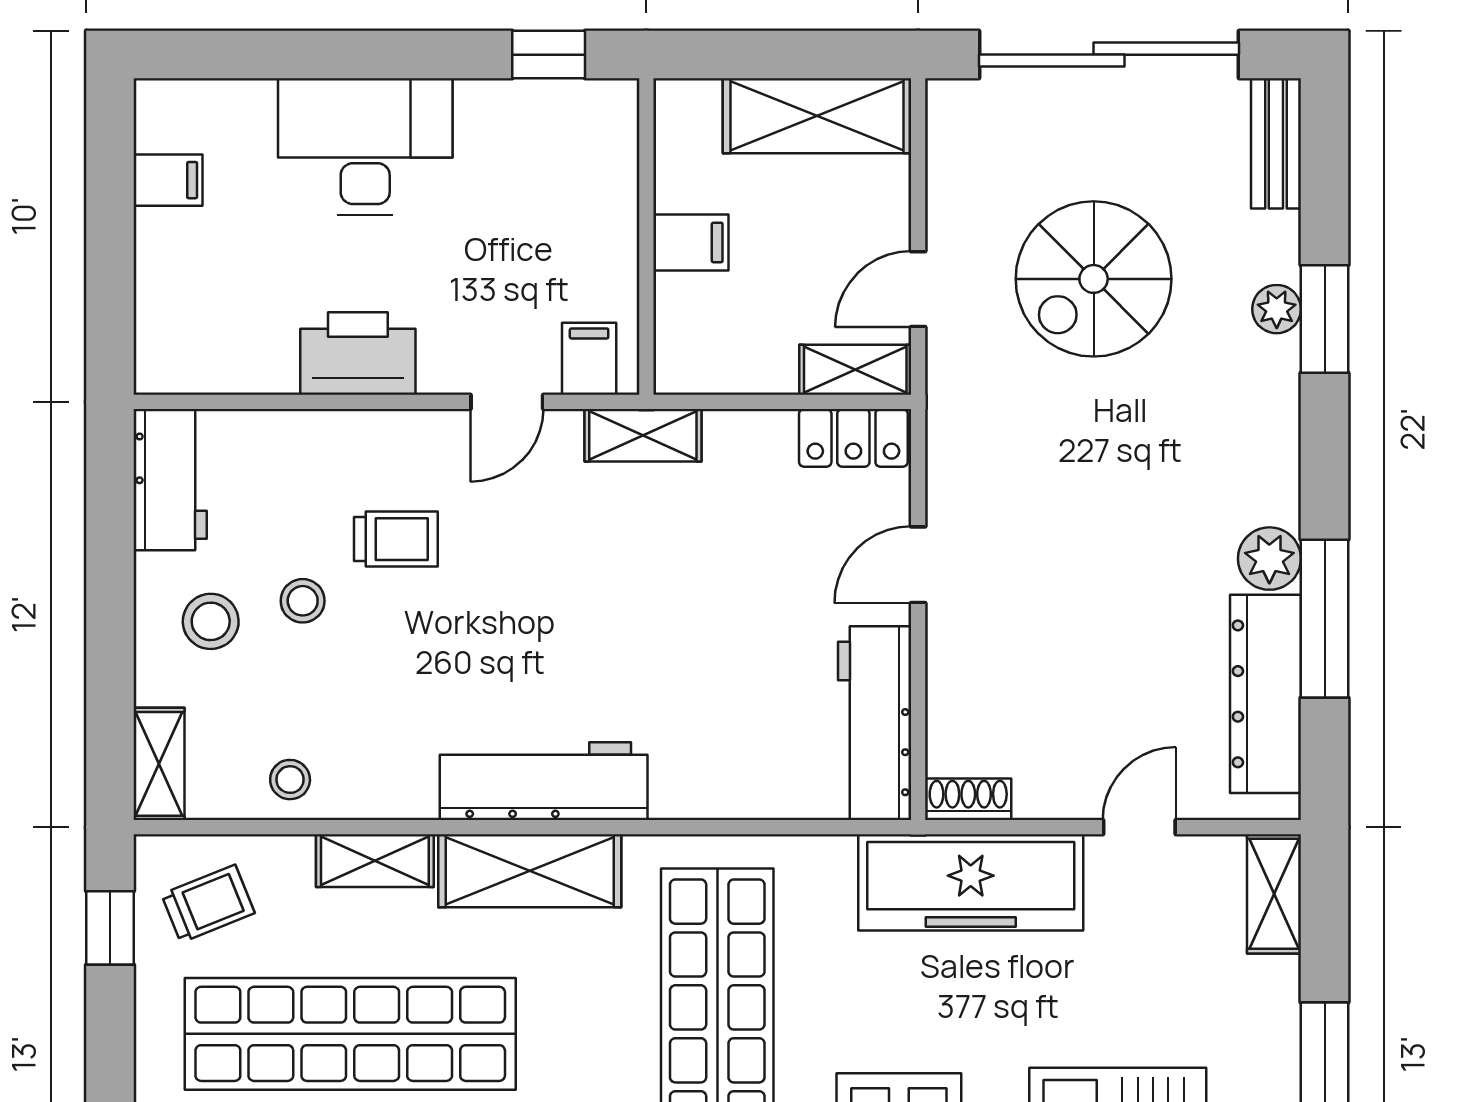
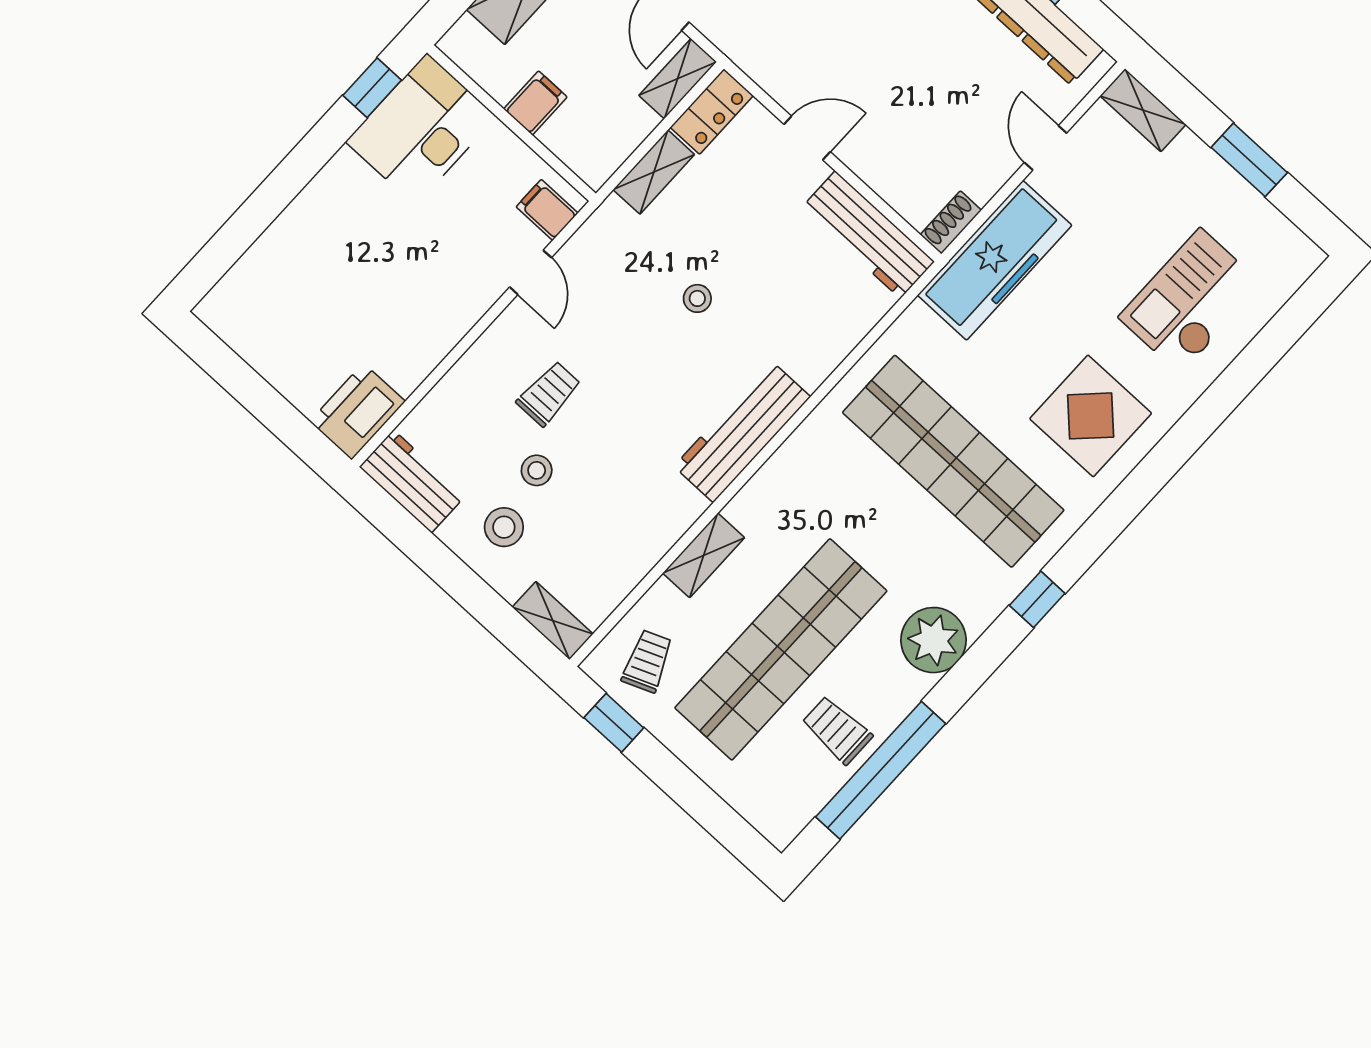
desk: (365, 147) -> (421, 129), moved
filing cabinet: (168, 180) -> (258, 342), removed
printer: (358, 353) -> (357, 411), moved
shelving: (643, 435) -> (654, 172), moved
door: (918, 565) -> (807, 138), swing flipped
stool: (290, 780) -> (697, 298), moved
shelving: (530, 871) -> (782, 481), removed

